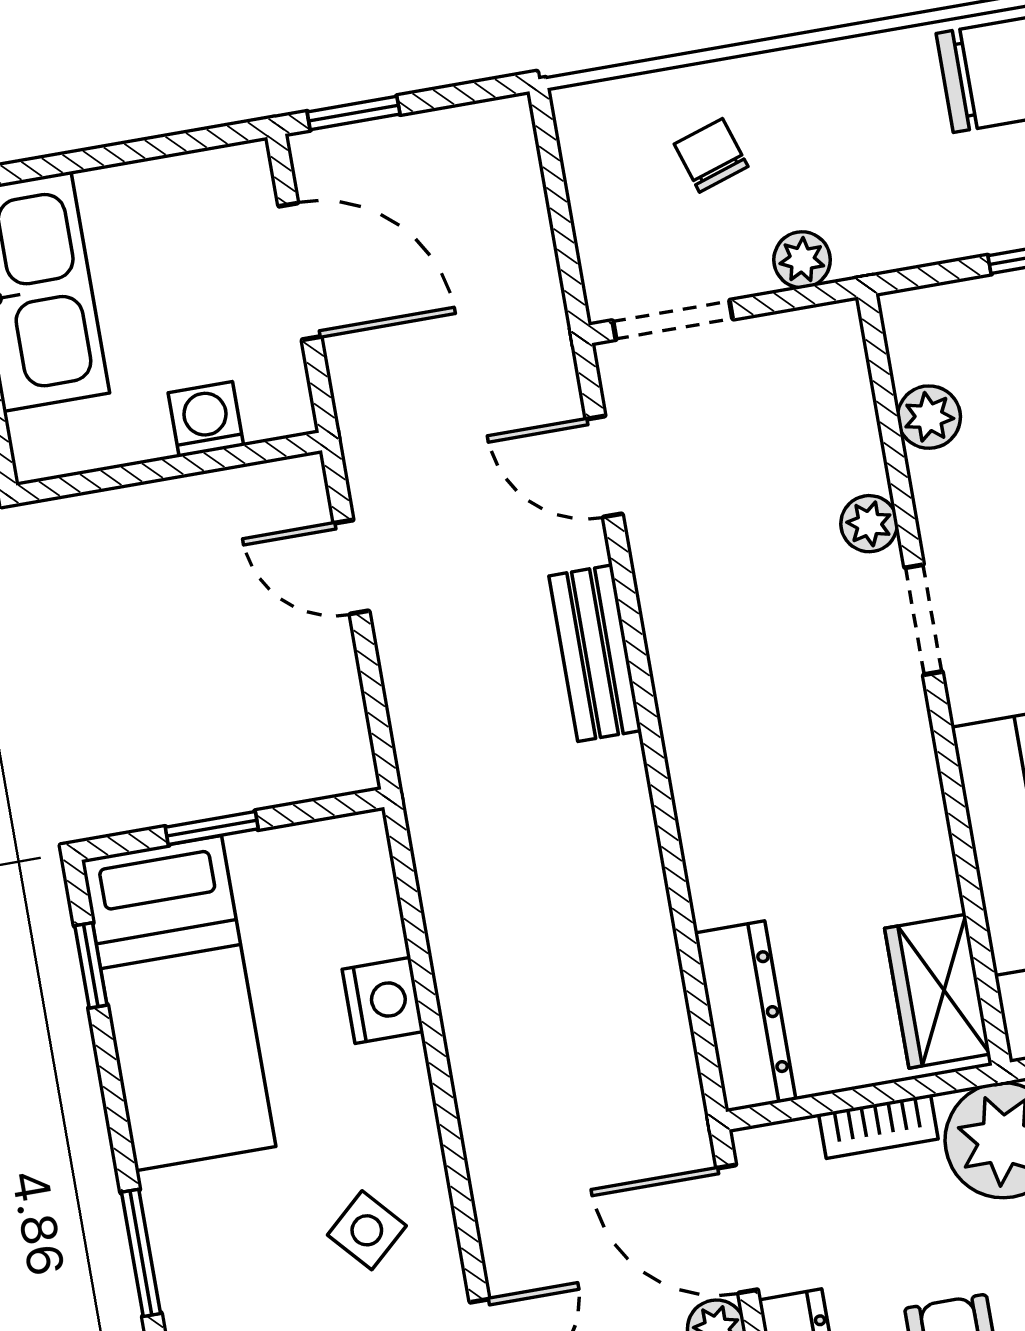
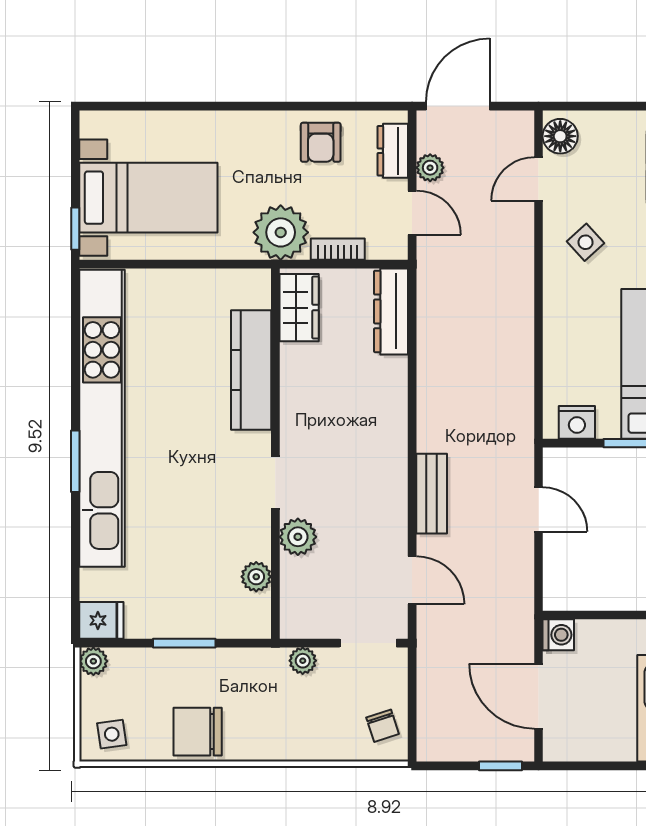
chair: (711, 155) -> (383, 726), moved
washing machine: (206, 419) -> (558, 635), moved, turned -90
plant: (869, 524) -> (298, 537), width x1.38, depth x1.38
door: (352, 567) -> (539, 509), moved
nightstand: (383, 1000) -> (577, 422), moved, turned -90
door: (737, 1229) -> (412, 213), width x0.73

